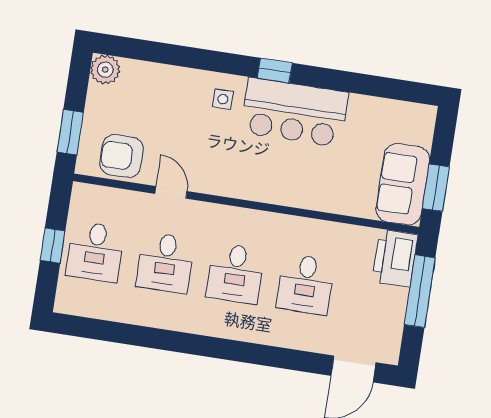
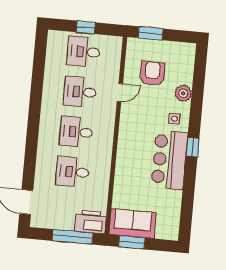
plant: (105, 70) -> (183, 93), moved
armchair: (121, 156) -> (152, 73), moved

